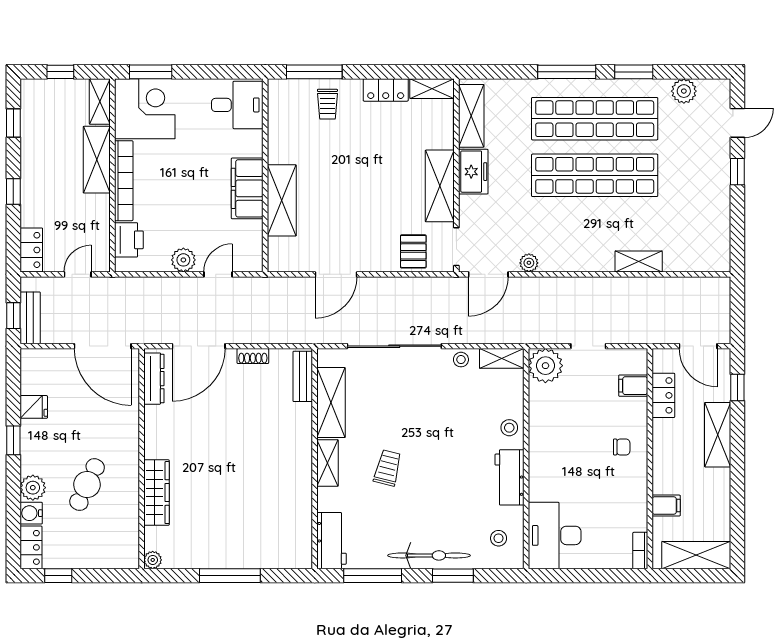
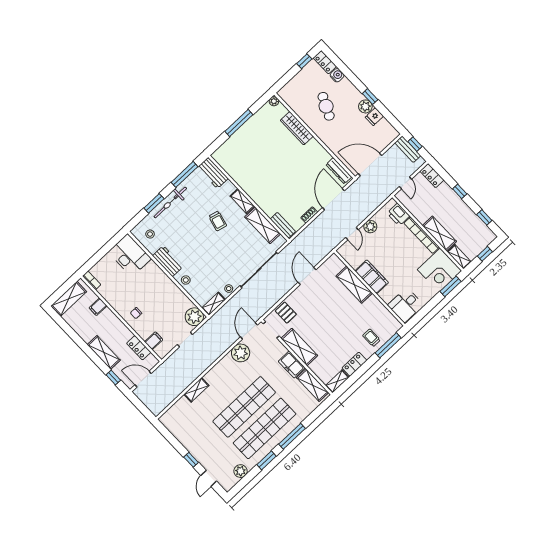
plant: (529, 263) -> (241, 353), width x1.87, depth x1.87
plant: (33, 488) -> (365, 106), moved

